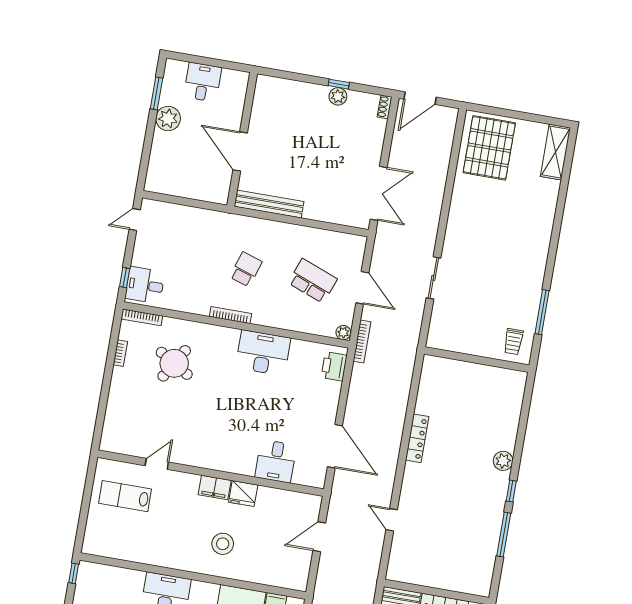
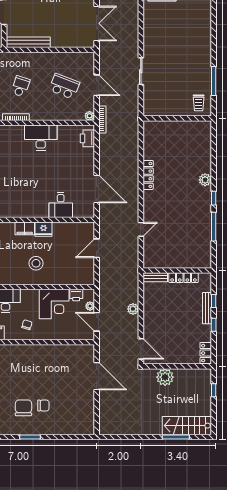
door: (392, 520) -> (141, 229), swing flipped

